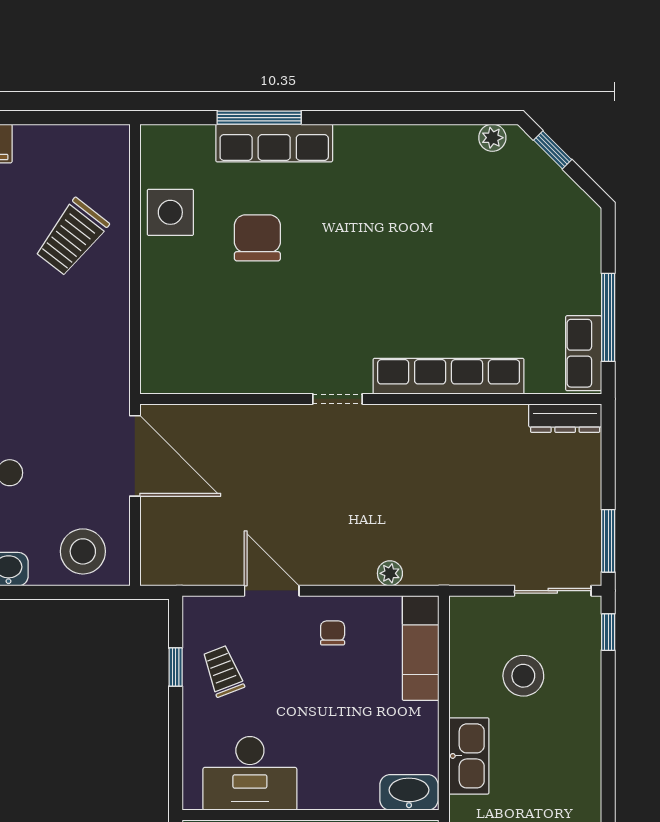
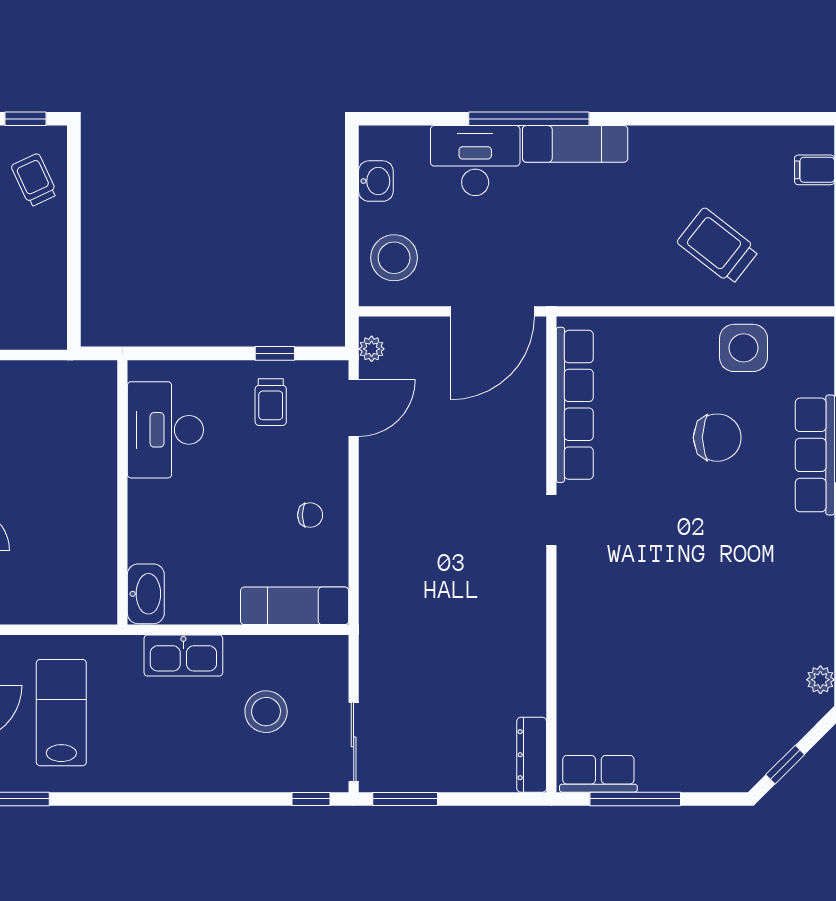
window: (553, 150) -> (785, 765), moved
row of seats: (449, 376) -> (575, 405), moved
plant: (390, 573) -> (372, 349), moved
door: (272, 591) -> (354, 408), moved
trolley: (223, 671) -> (271, 402), turned 111

